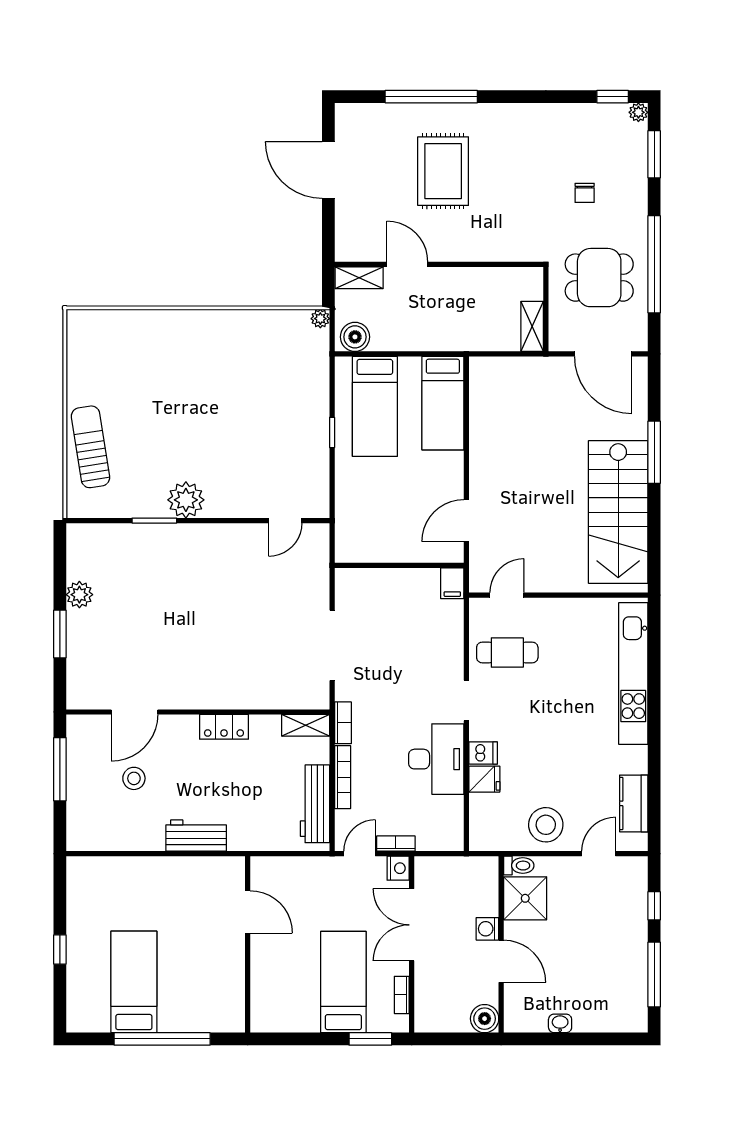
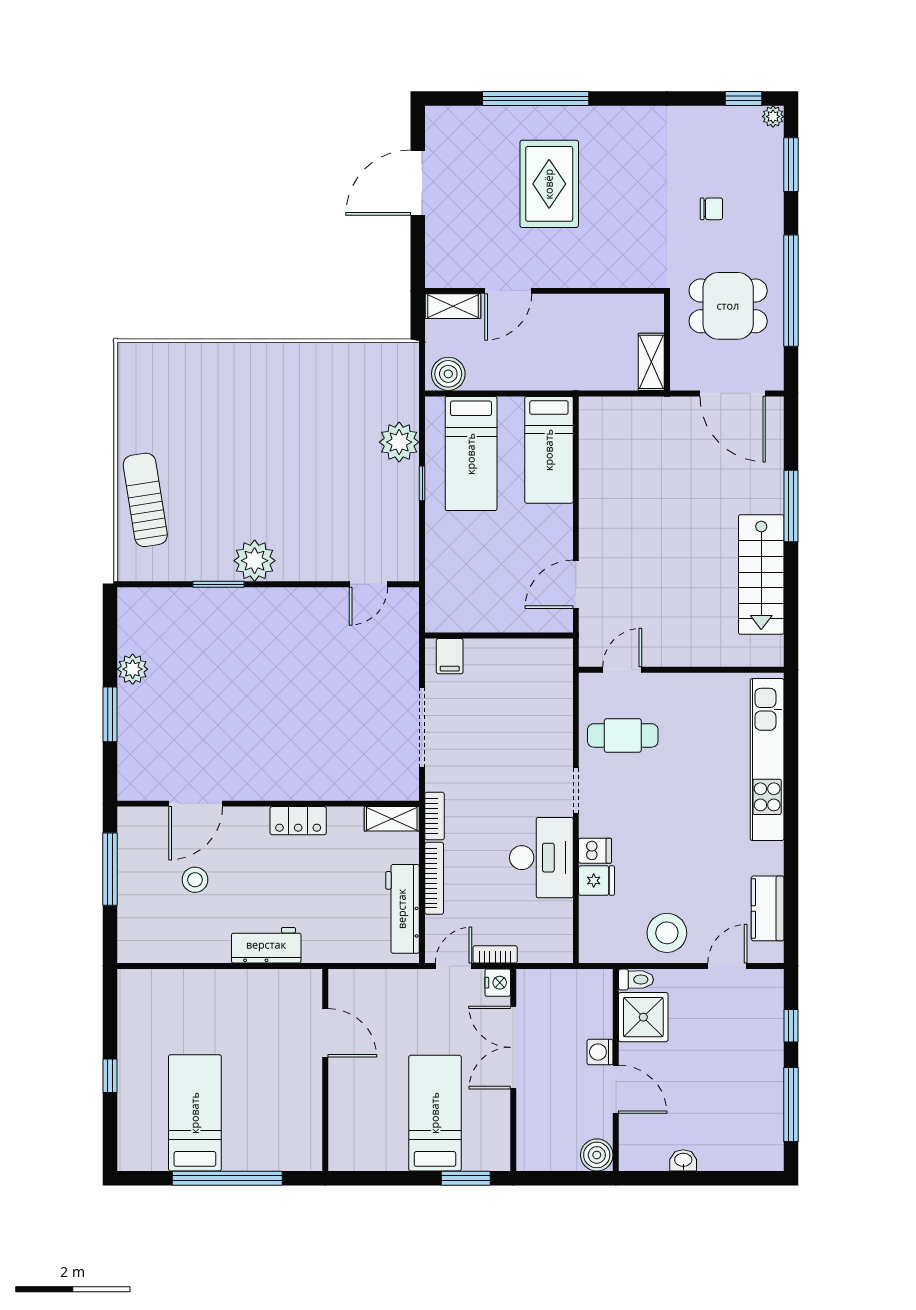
door: (328, 170) -> (418, 183), hinge flipped
chair: (585, 193) -> (711, 209), turned -90
door: (407, 264) -> (508, 291), swing flipped
plant: (320, 319) -> (399, 442), moved, width x1.88, depth x1.88
stairs: (618, 512) -> (761, 575), width x0.73, depth x0.66
filing cabinet: (452, 583) -> (450, 656), moved
bookcase: (402, 995) -> (502, 1128), removed

